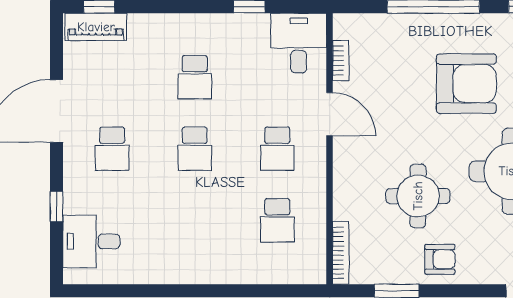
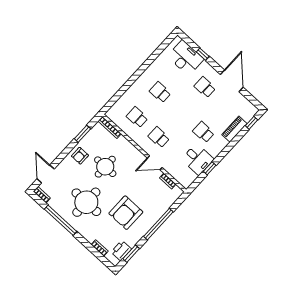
piano: (96, 27) -> (234, 129), moved
desk: (299, 43) -> (198, 159), moved
school desk: (195, 149) -> (160, 92), moved
desk: (91, 241) -> (185, 58), width x1.37

